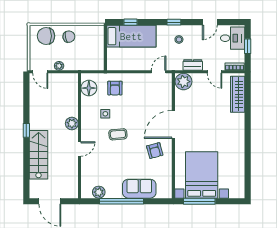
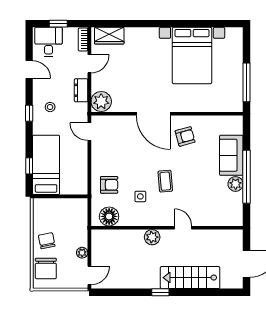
wardrobe: (238, 94) -> (109, 36), width x0.67
bed with nightstands: (202, 175) -> (192, 55), moved, turned -90
plant: (99, 192) -> (236, 184), moved

